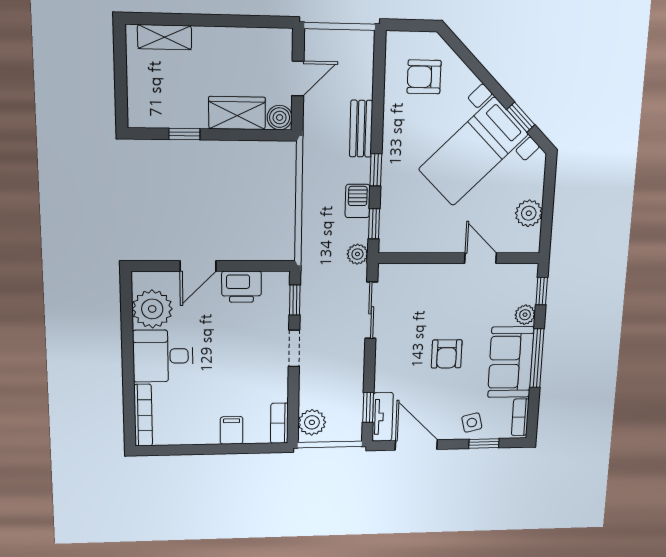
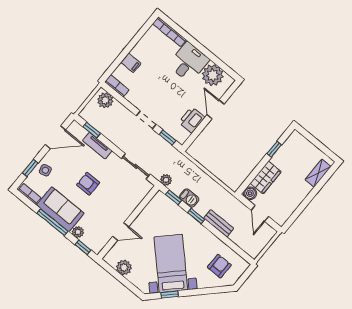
tv unit: (383, 417) -> (97, 146), moved

